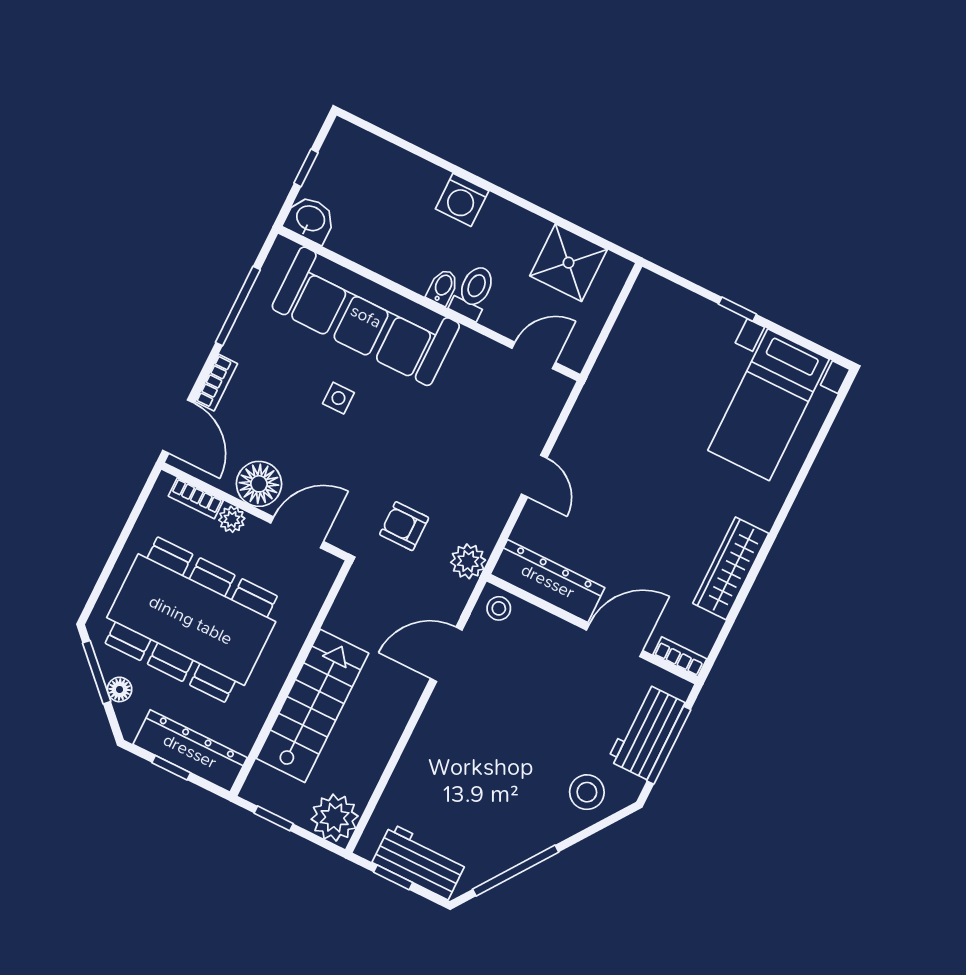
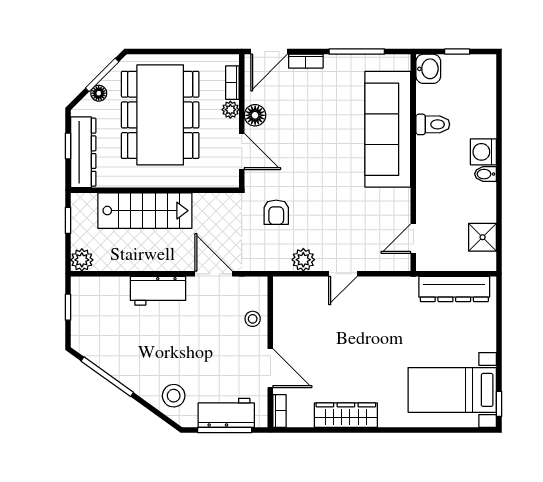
shower: (569, 263) -> (483, 237), width x0.73, depth x0.73
bidet: (443, 287) -> (486, 174), moved, turned 180
toilet: (473, 292) -> (433, 124), moved
window: (737, 309) -> (499, 404), moved
door: (534, 355) -> (413, 239), swing flipped
side table: (338, 398) -> (332, 137), removed
floor lamp: (259, 484) -> (255, 115), width x0.73, depth x0.73
armchair: (404, 526) -> (276, 212), turned 180
plant: (468, 561) -> (303, 260), moved
dresser: (548, 581) -> (454, 289), moved, turned 90
stool: (499, 608) -> (253, 319), moved
plant: (335, 818) -> (82, 260), width x0.73, depth x0.73
workbench: (420, 862) -> (158, 291), moved, turned 90

